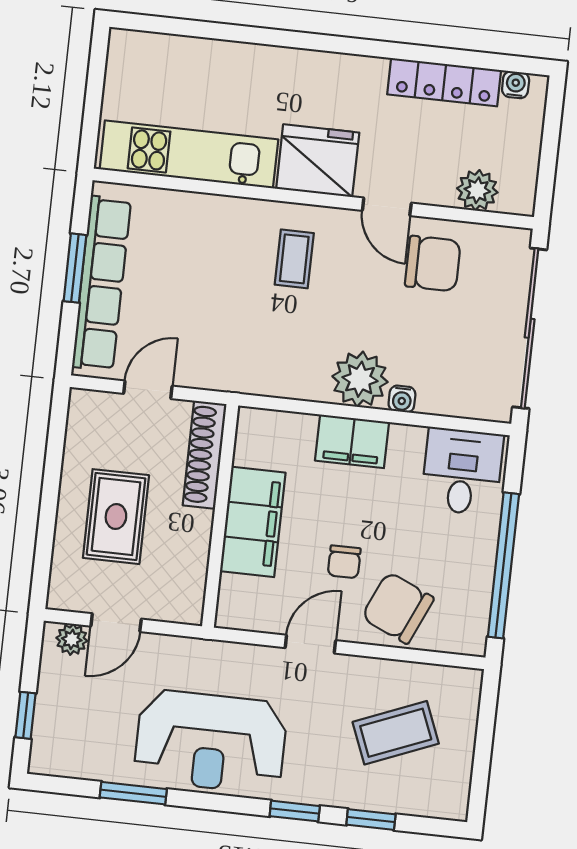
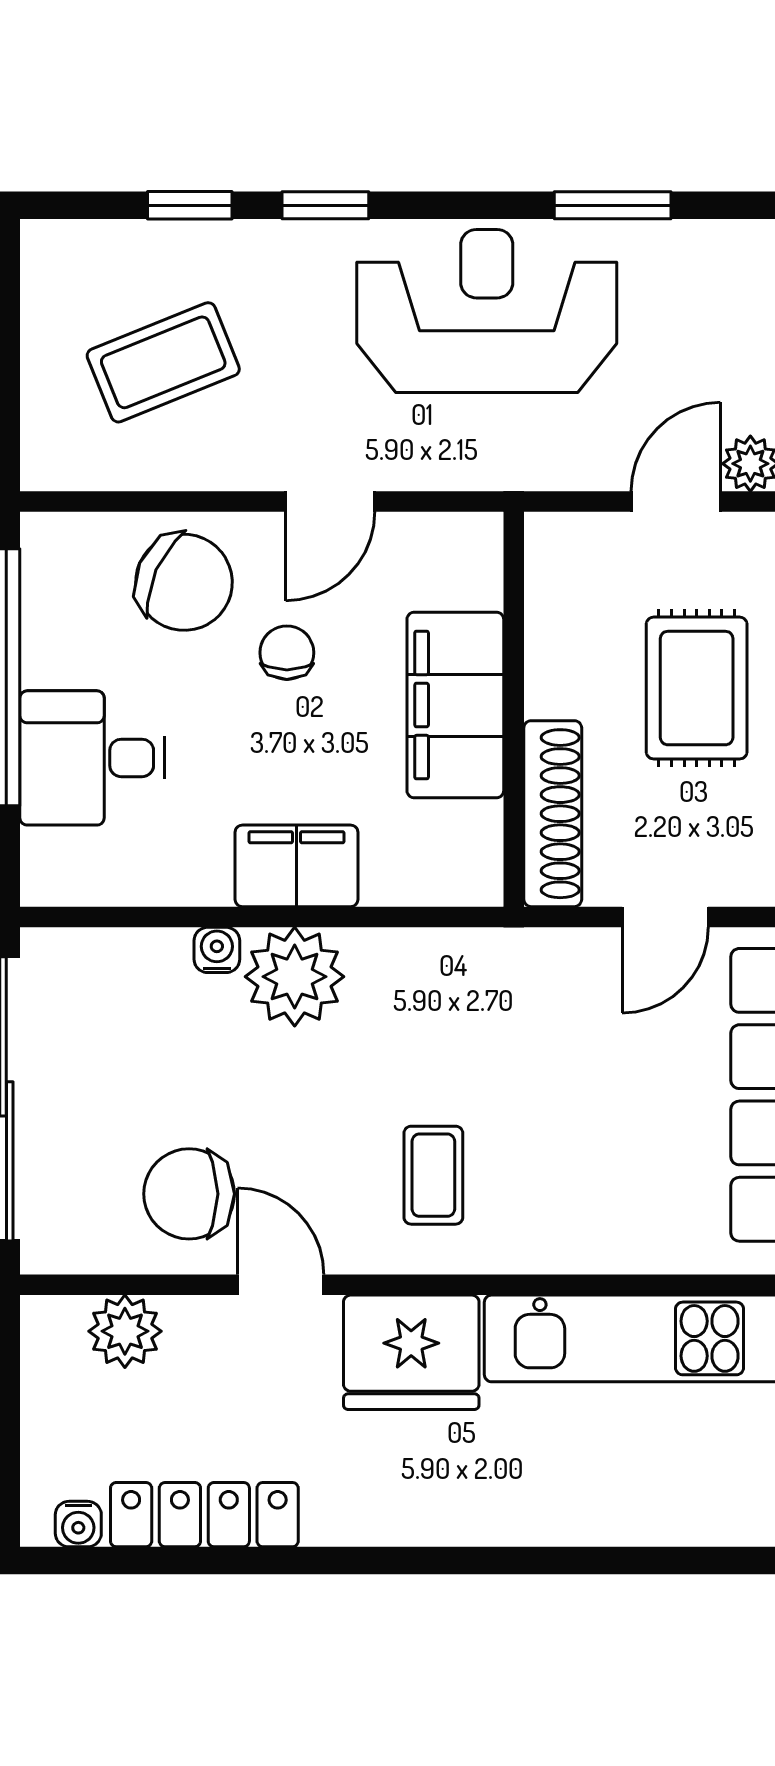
desk: (462, 471) -> (92, 758), moved, turned 90

